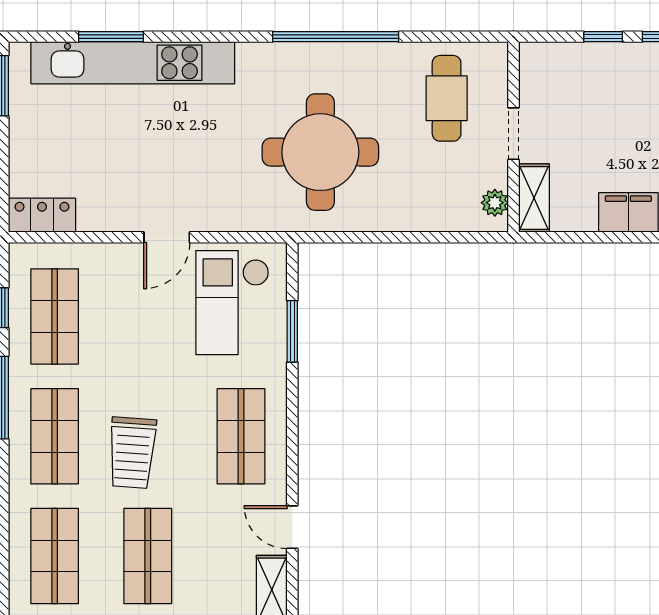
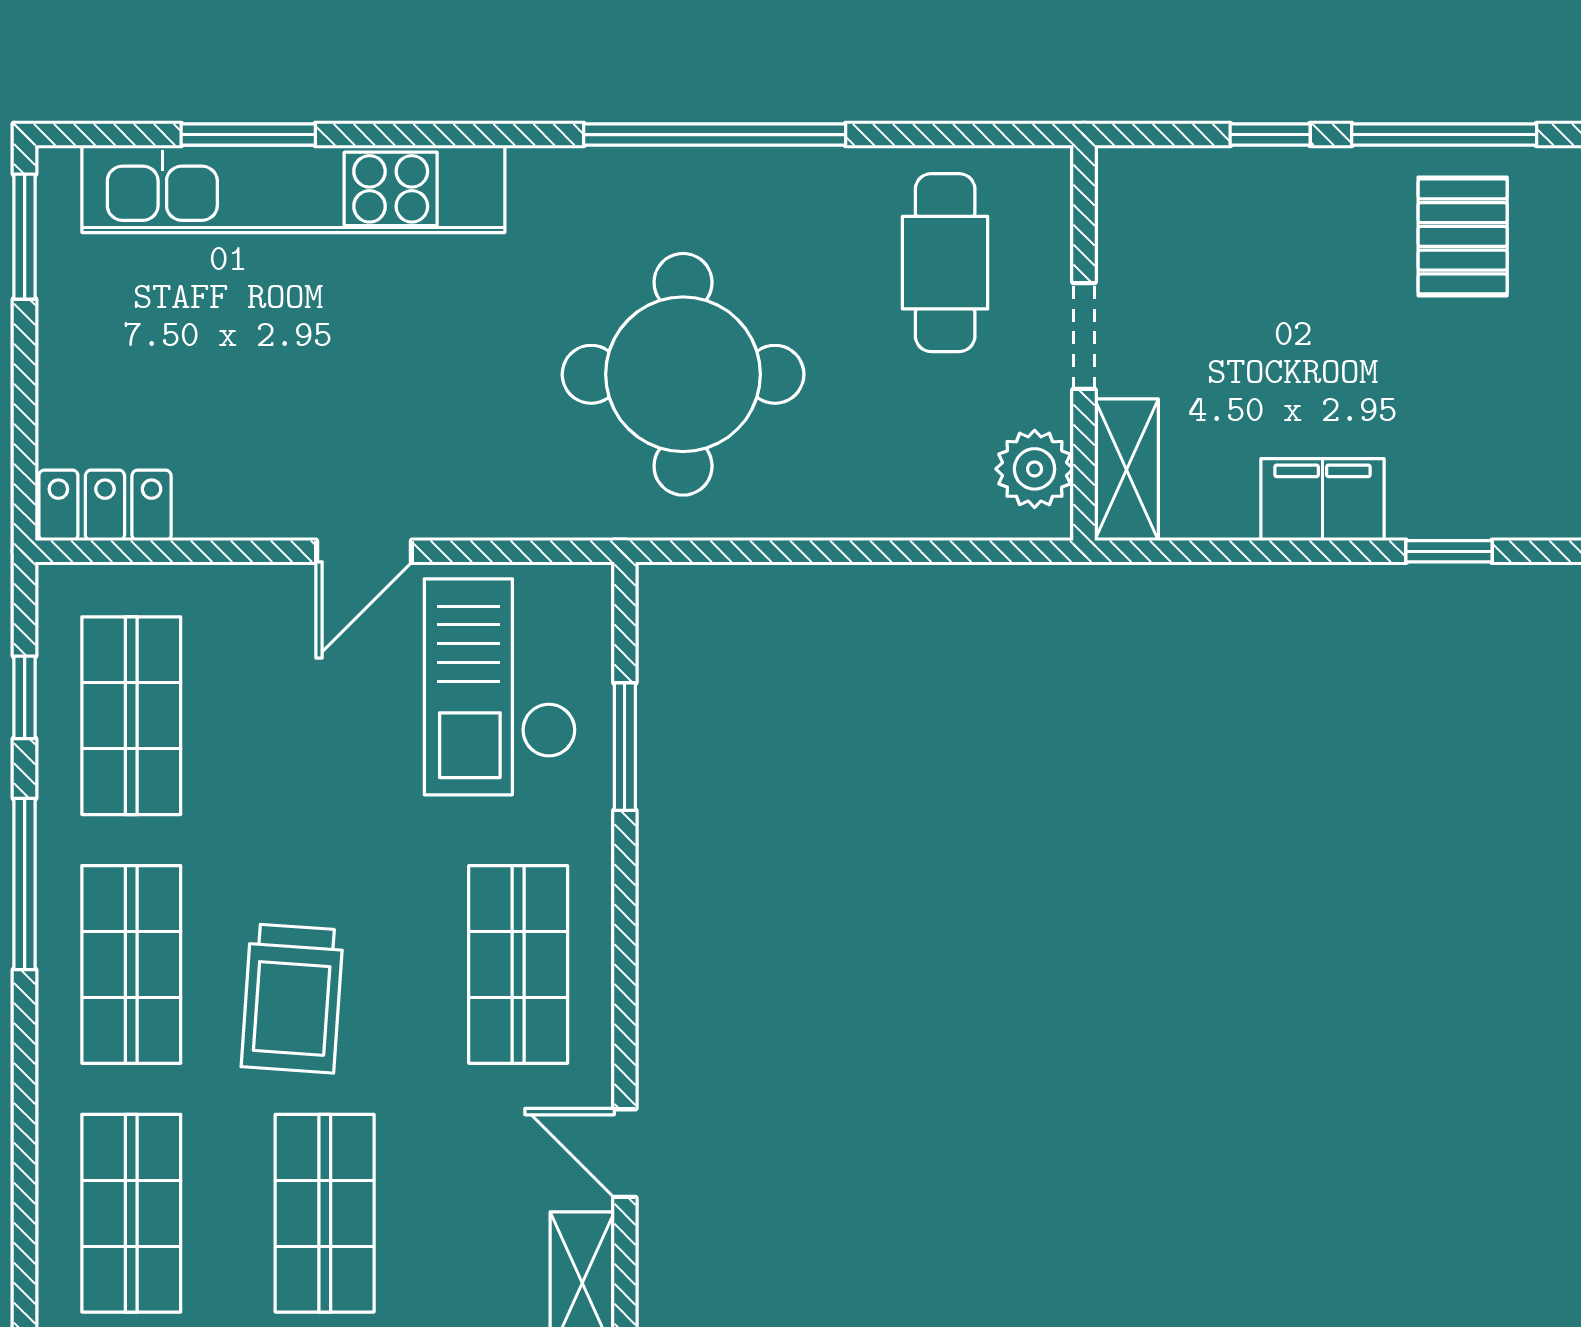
plant: (495, 203) -> (1035, 469), width x1.38, depth x1.38

